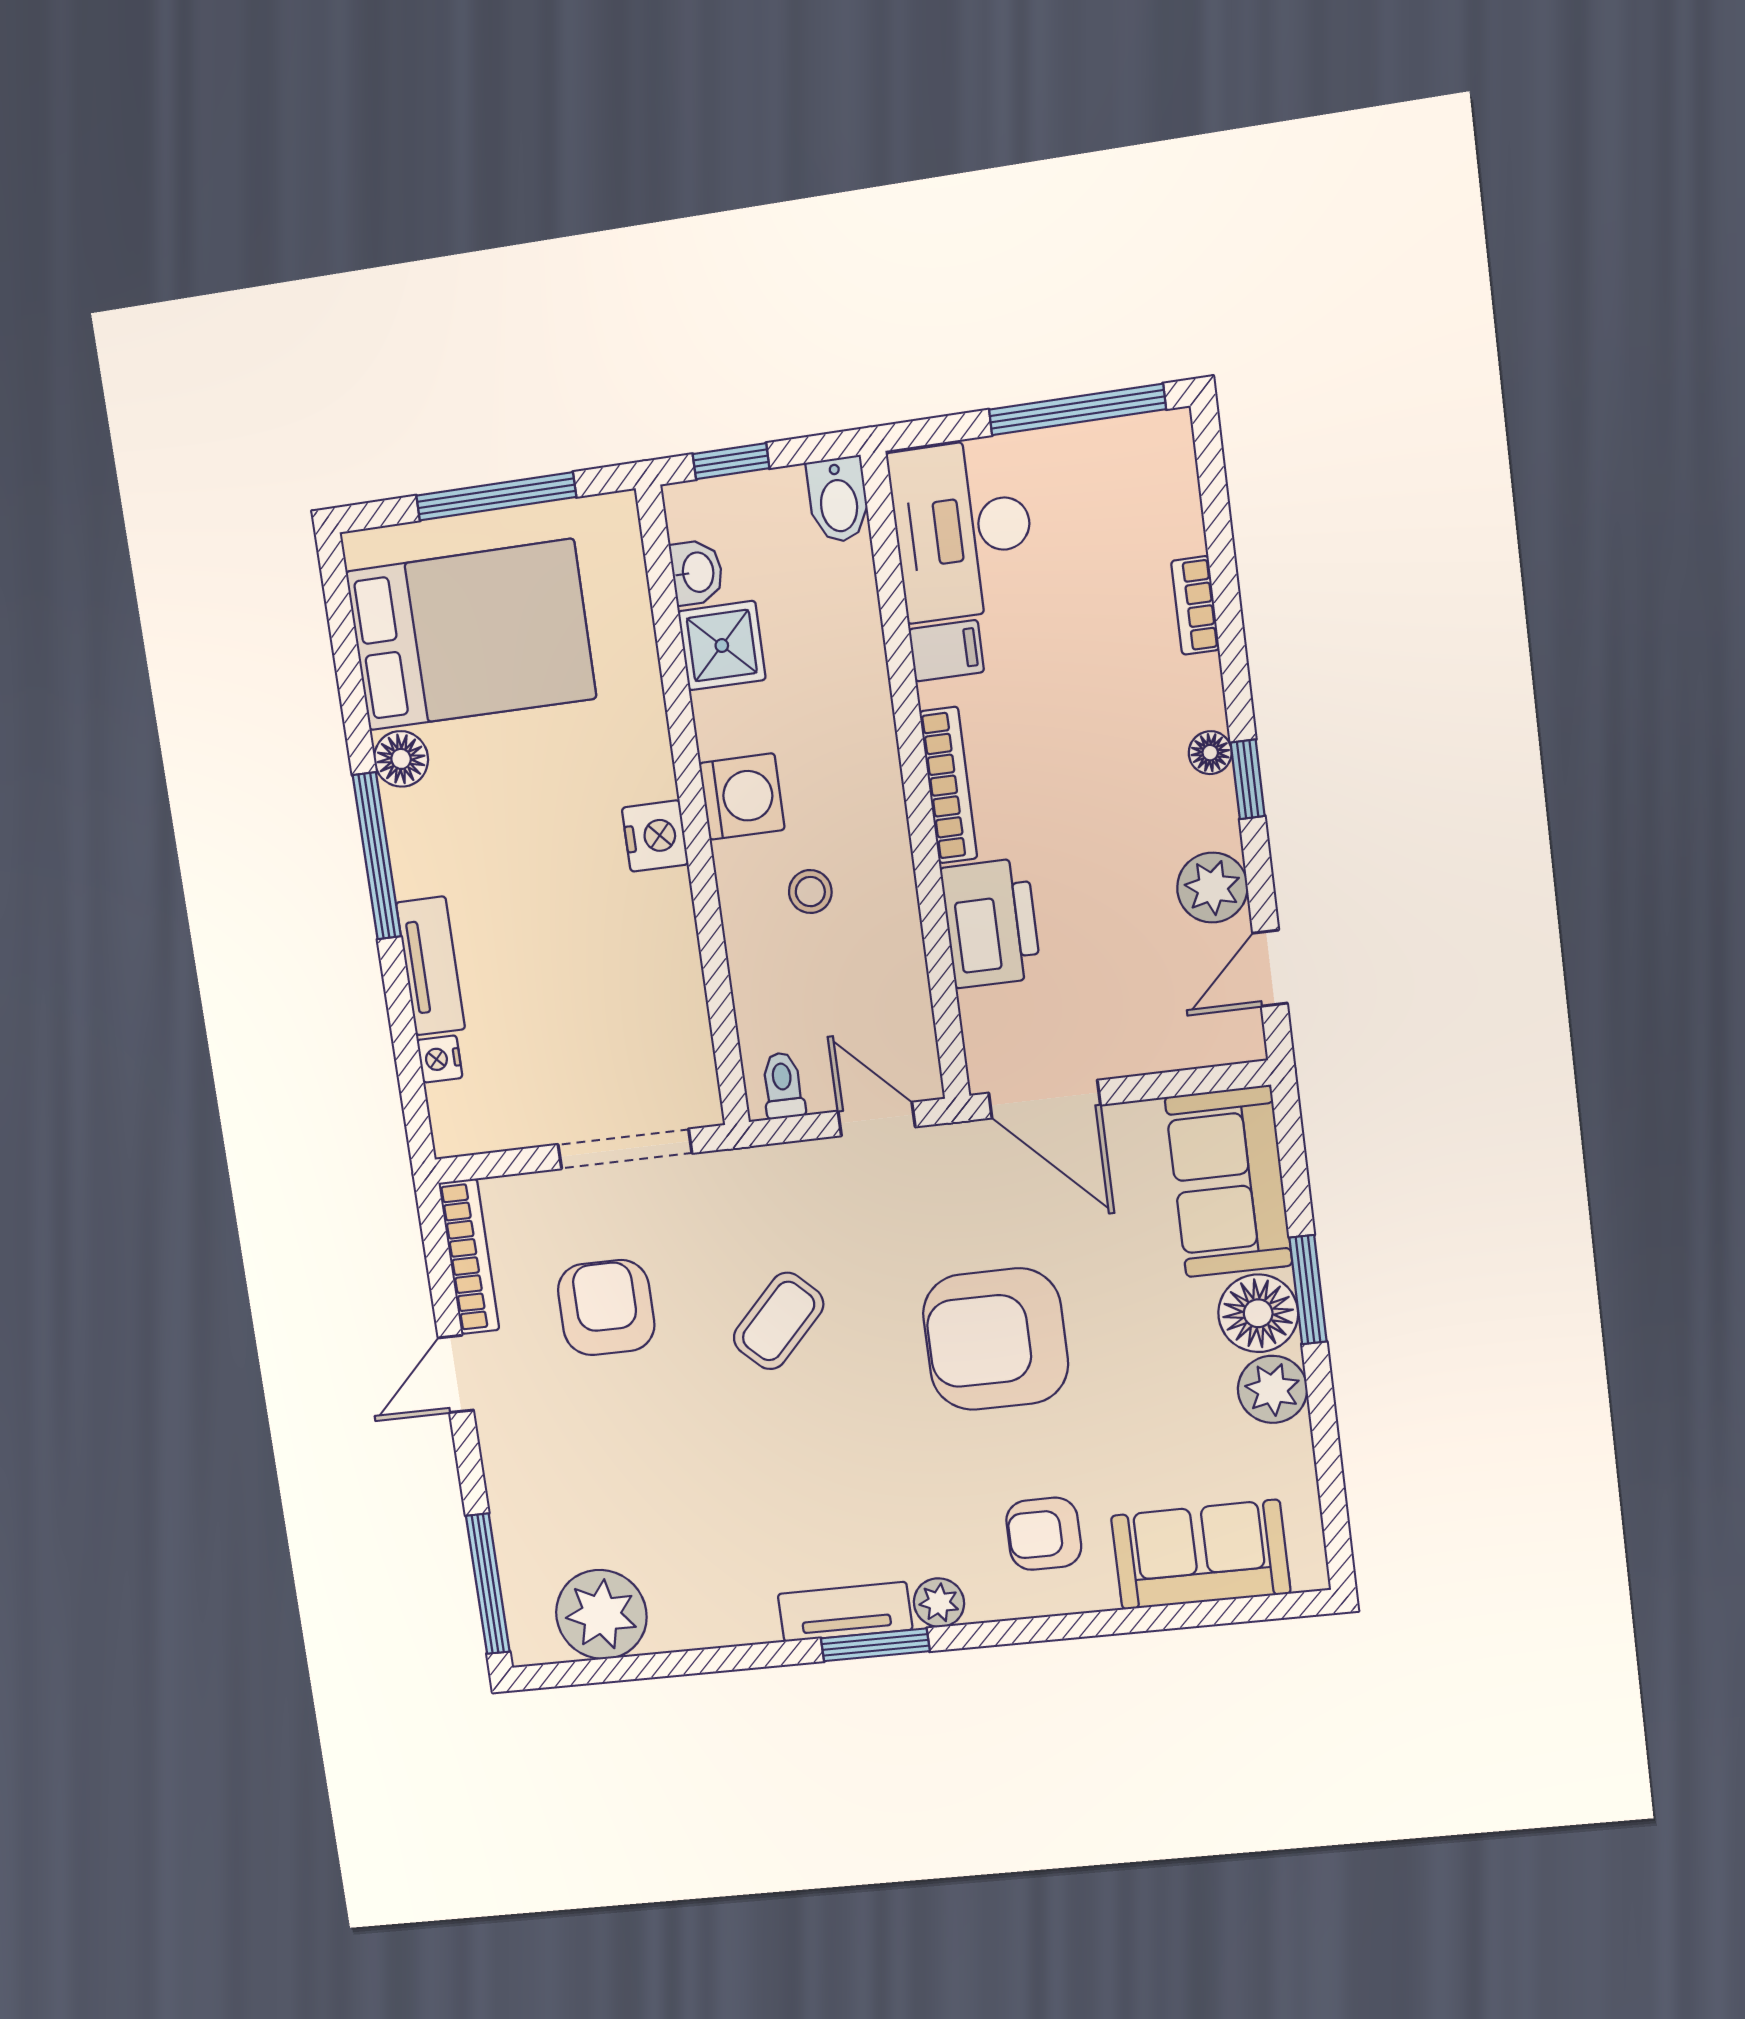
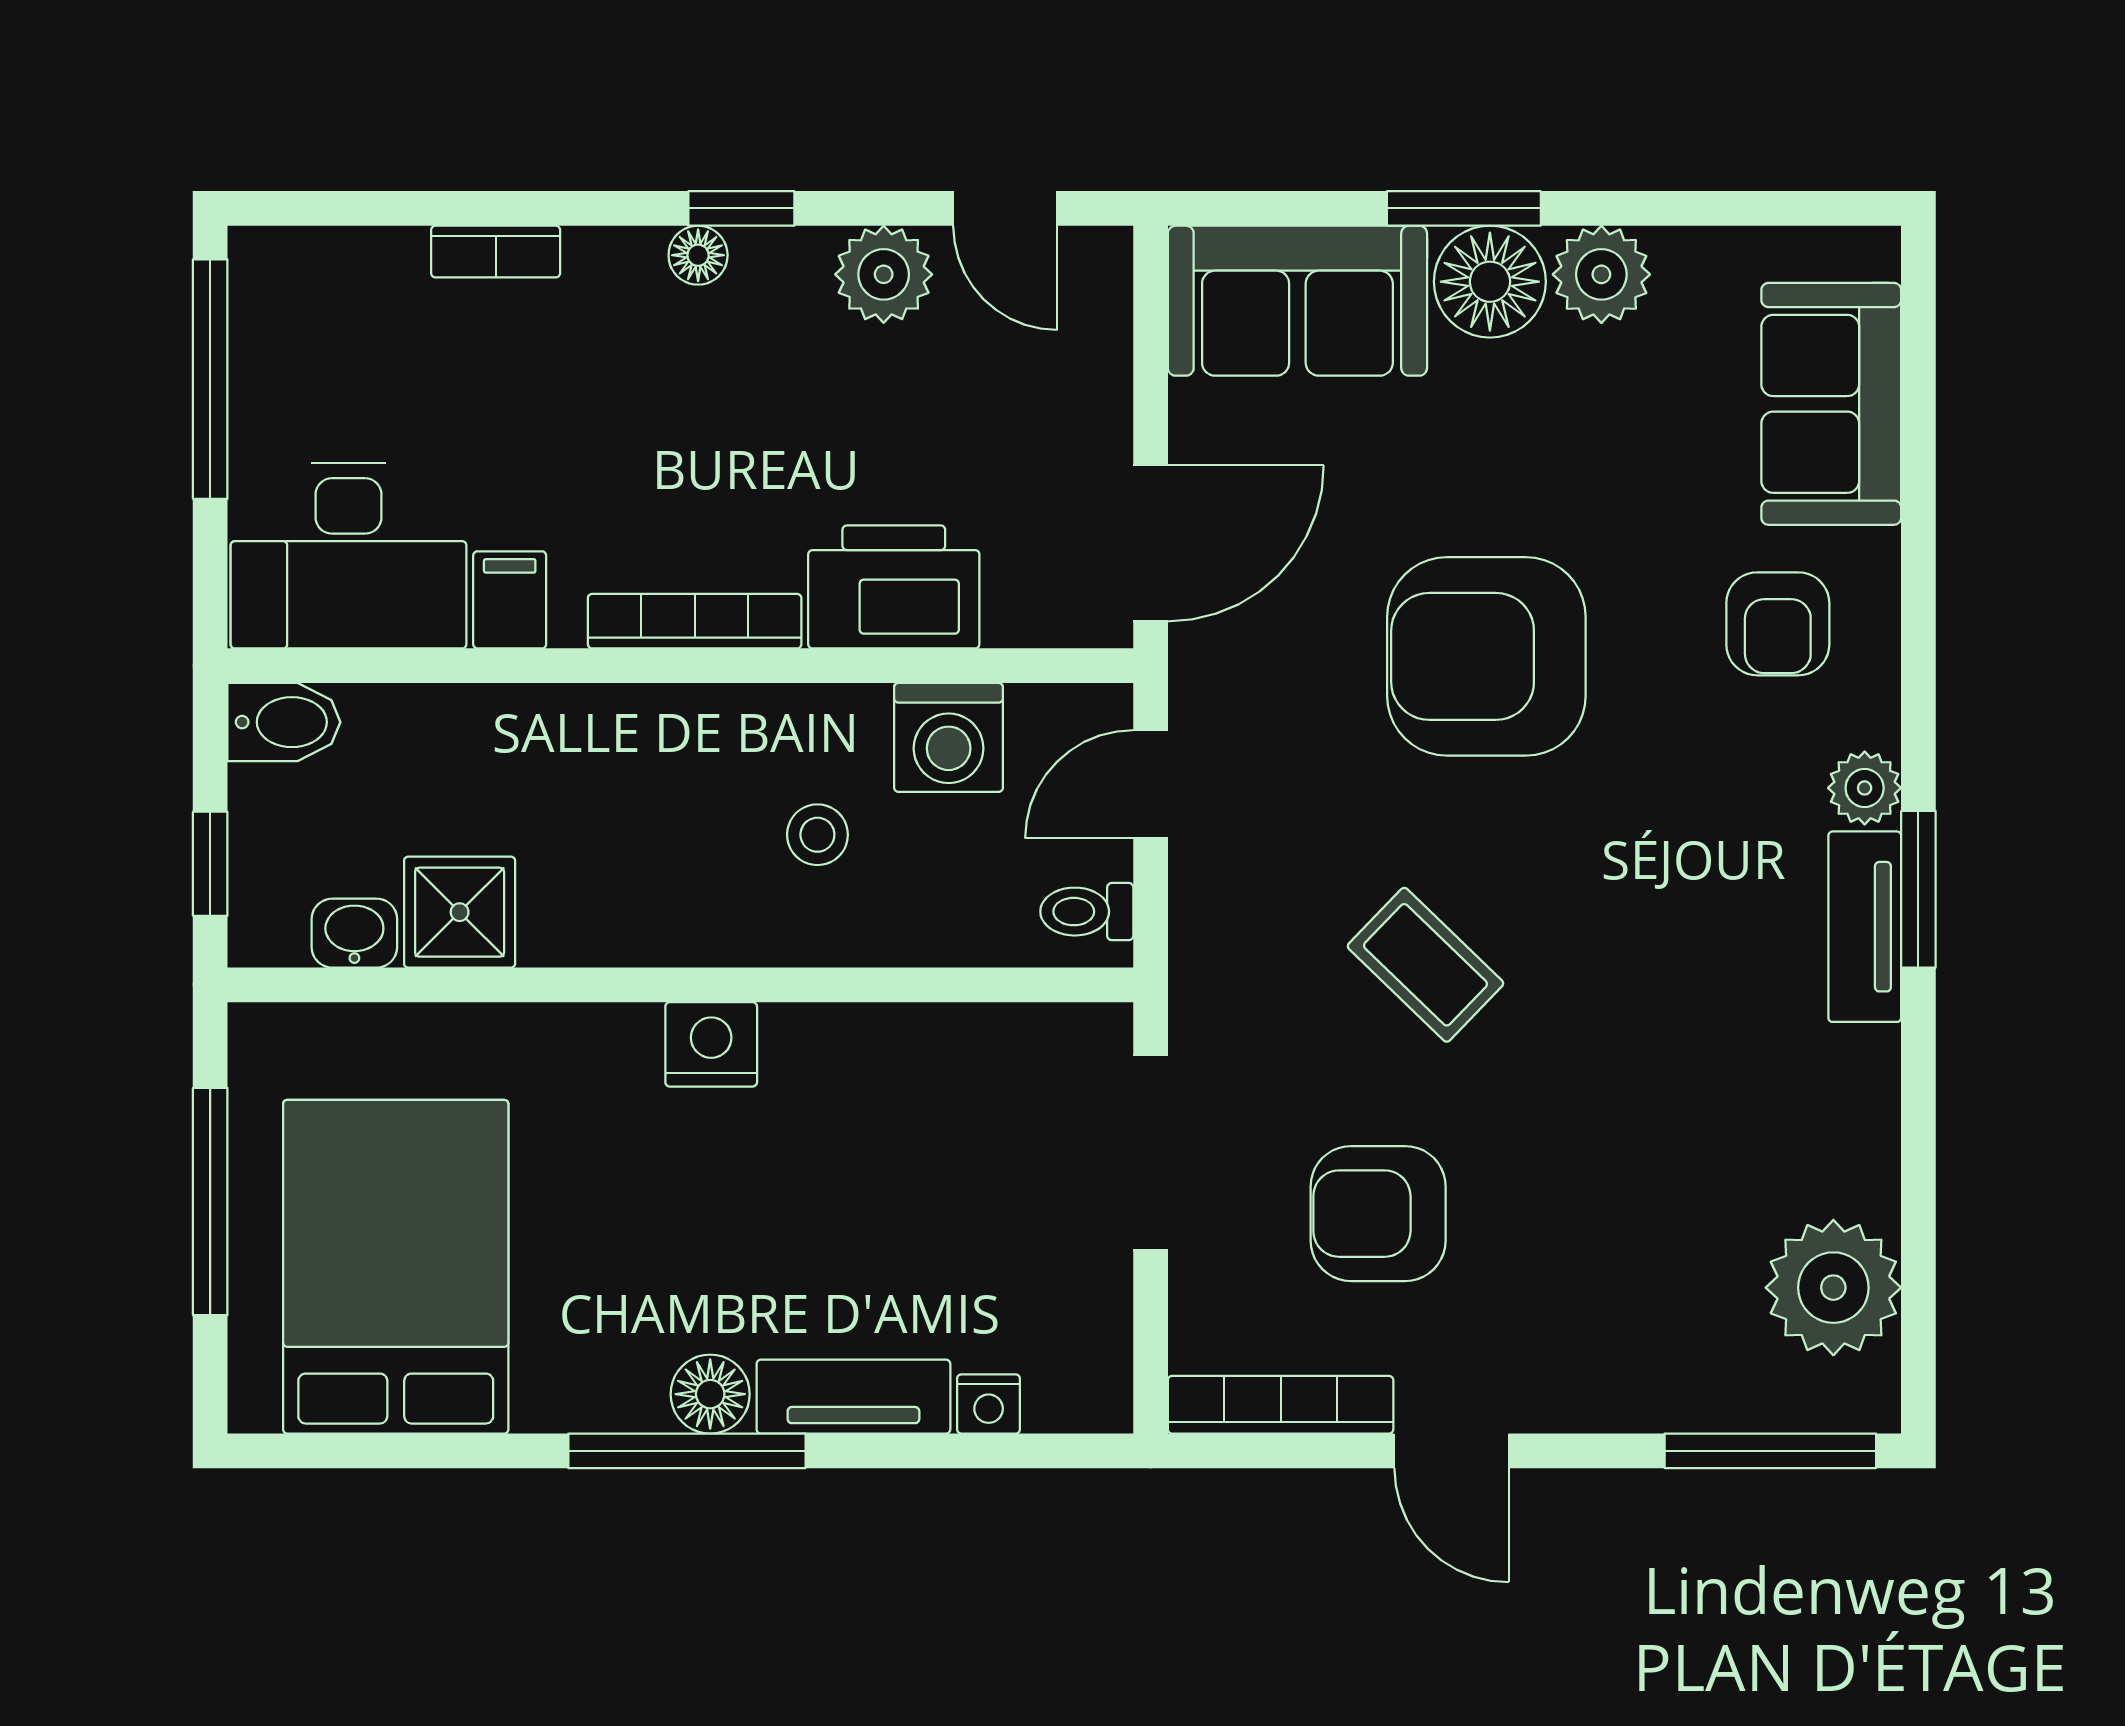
floor lamp: (401, 759) -> (710, 1394), moved
washing machine: (742, 797) -> (949, 737), moved, turned 180
armchair: (996, 1339) -> (1486, 656), turned 90

